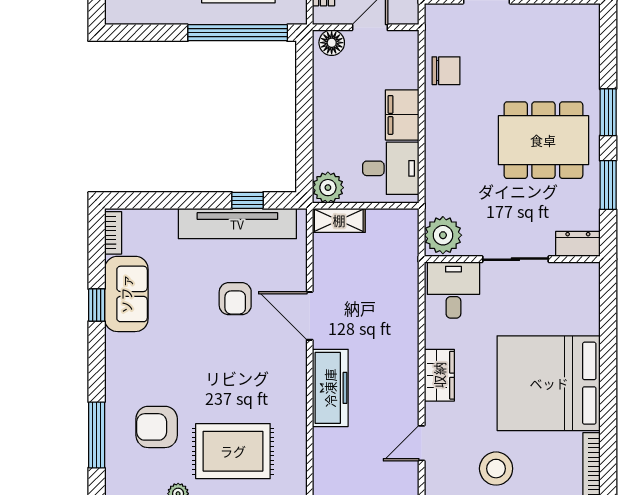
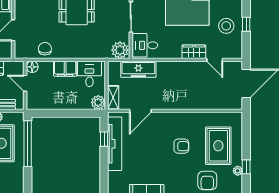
floor lamp: (332, 43) -> (32, 67), moved
armchair: (235, 299) -> (181, 146), moved
door: (310, 316) -> (140, 111), moved
wardrobe: (439, 375) -> (194, 52), moved
freezer: (330, 388) -> (138, 69), moved, turned 180

